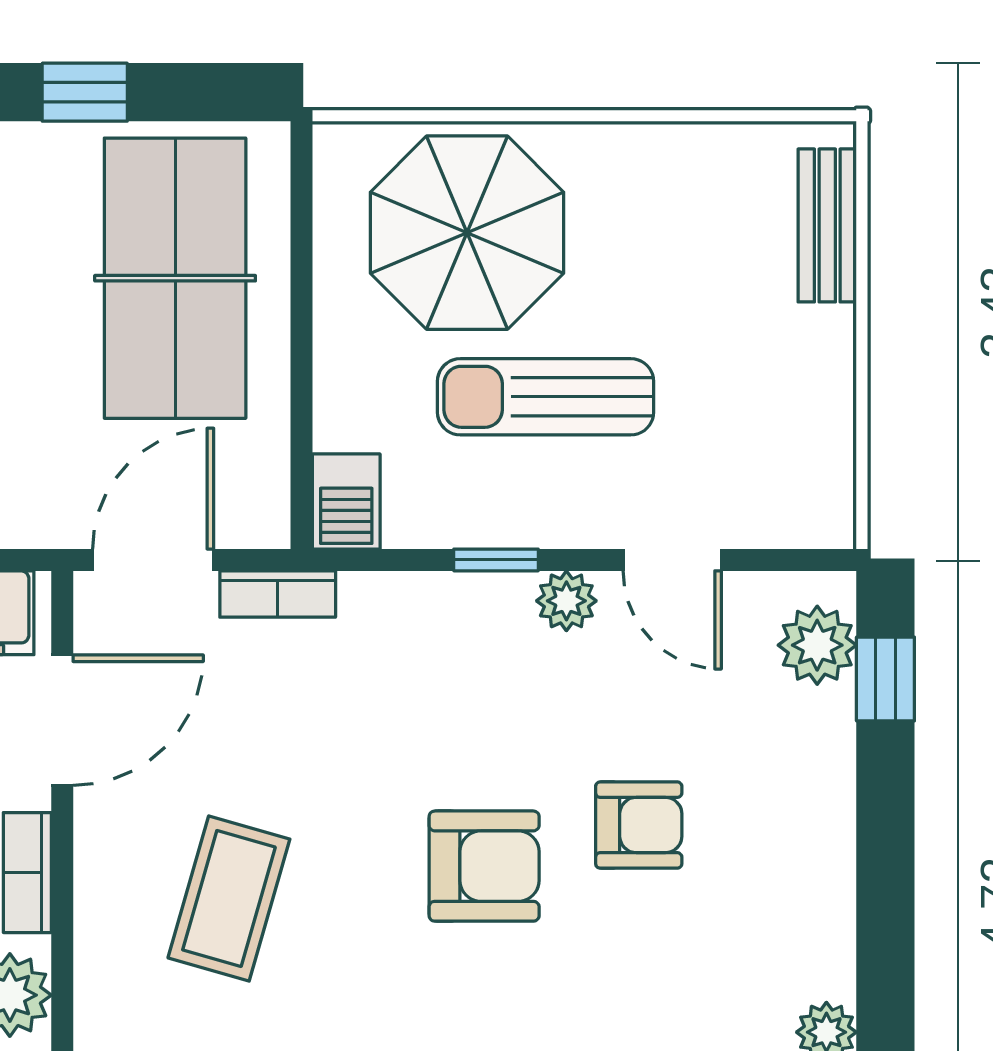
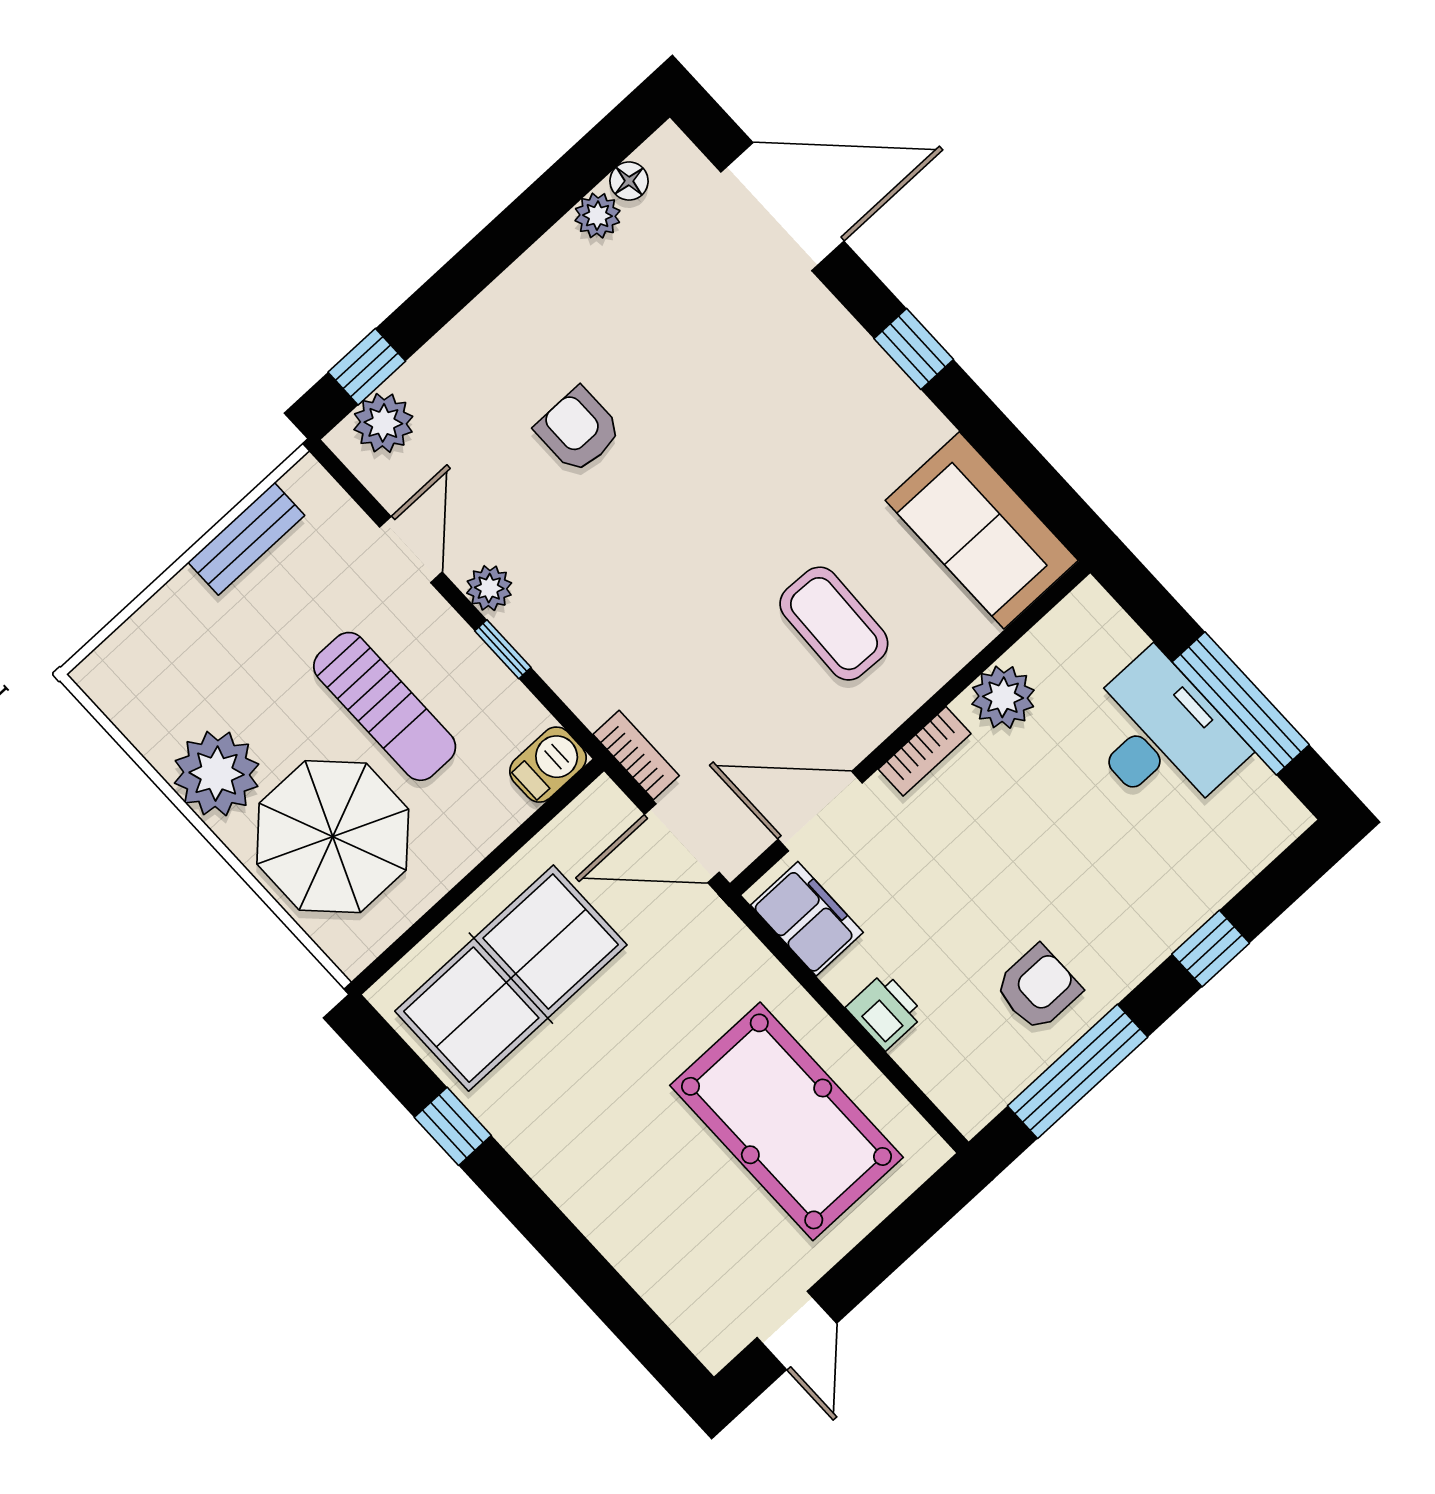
plant: (630, 177) -> (217, 774), added
bench: (827, 225) -> (246, 539), moved
armchair: (484, 866) -> (682, 496), removed
coffee table: (229, 899) -> (834, 624), turned 76

